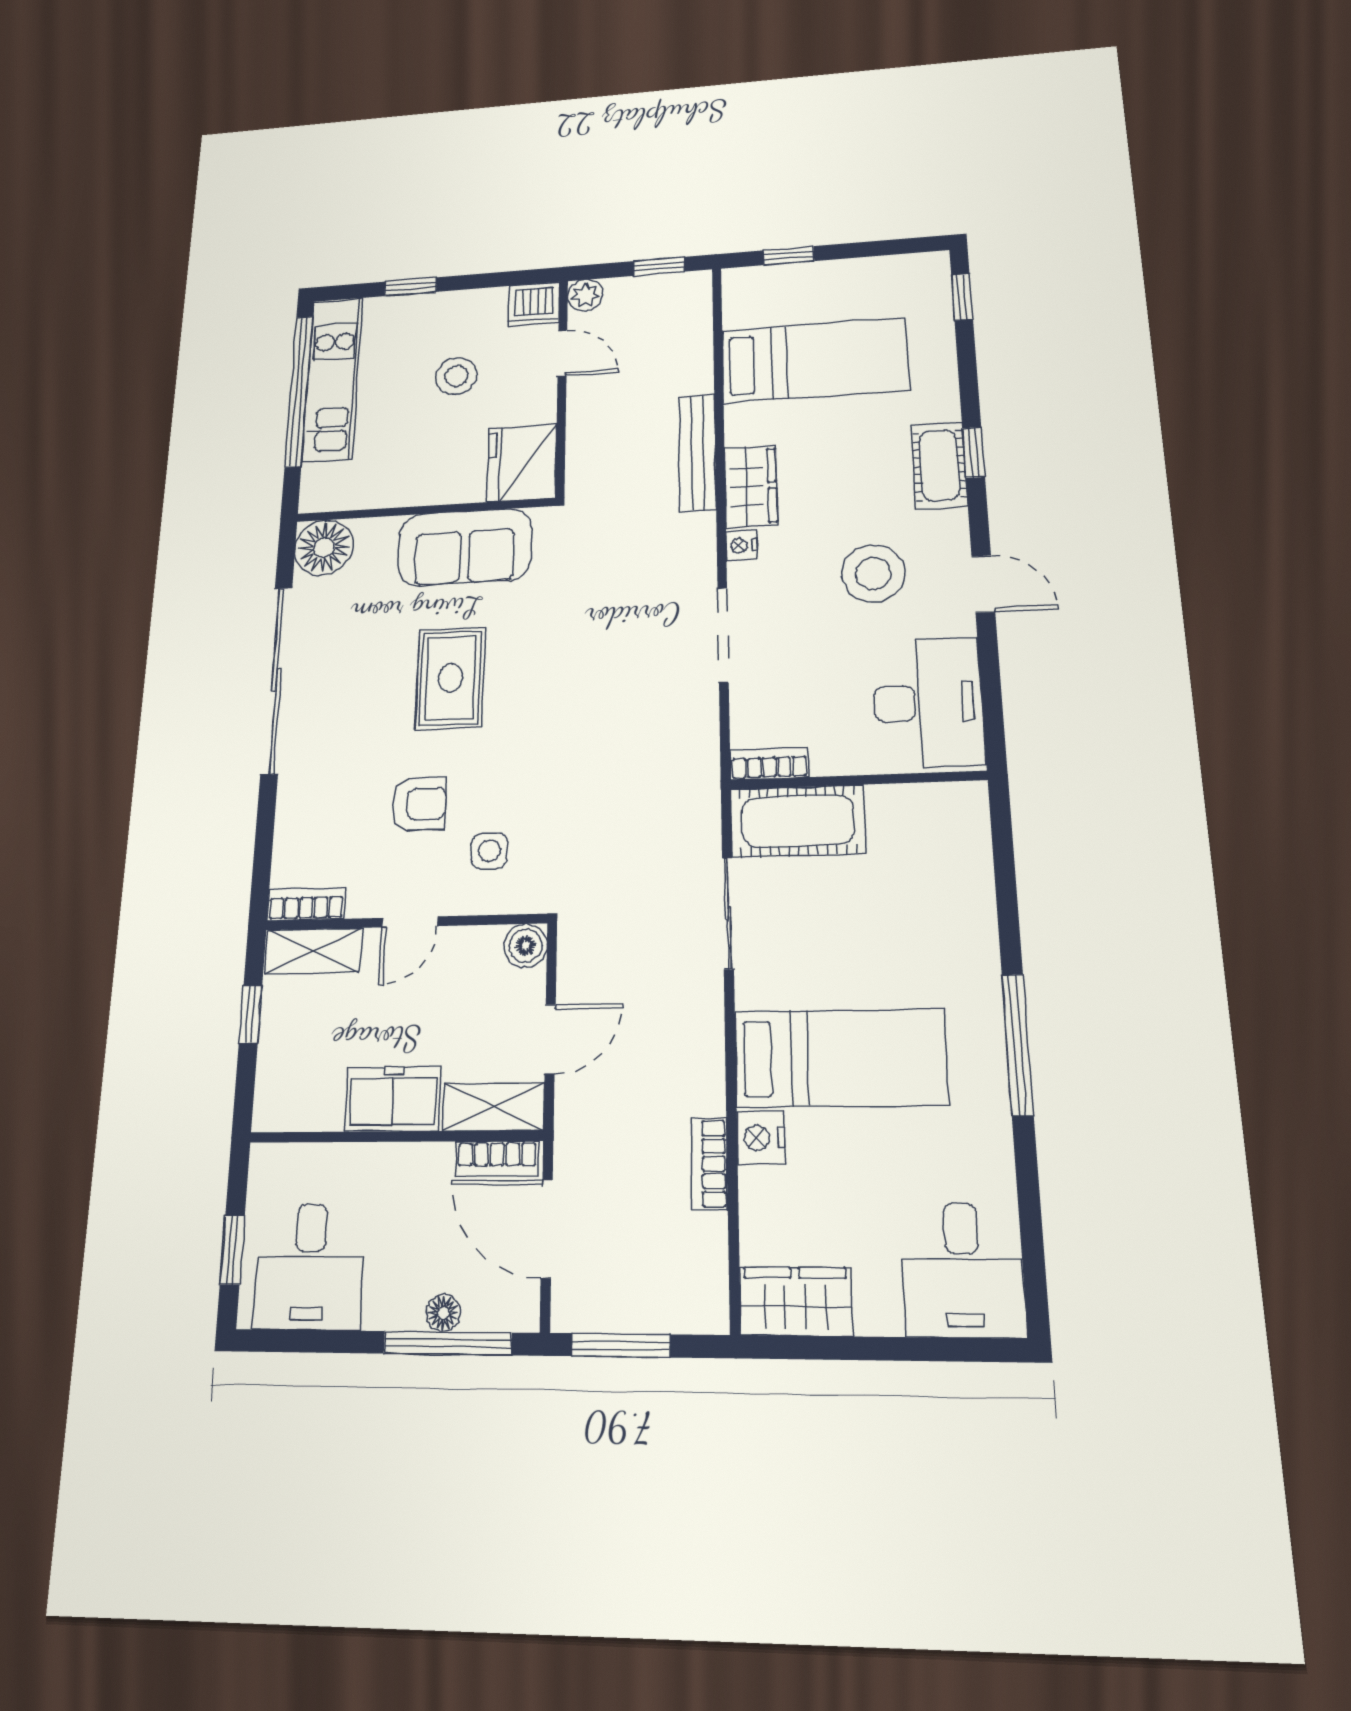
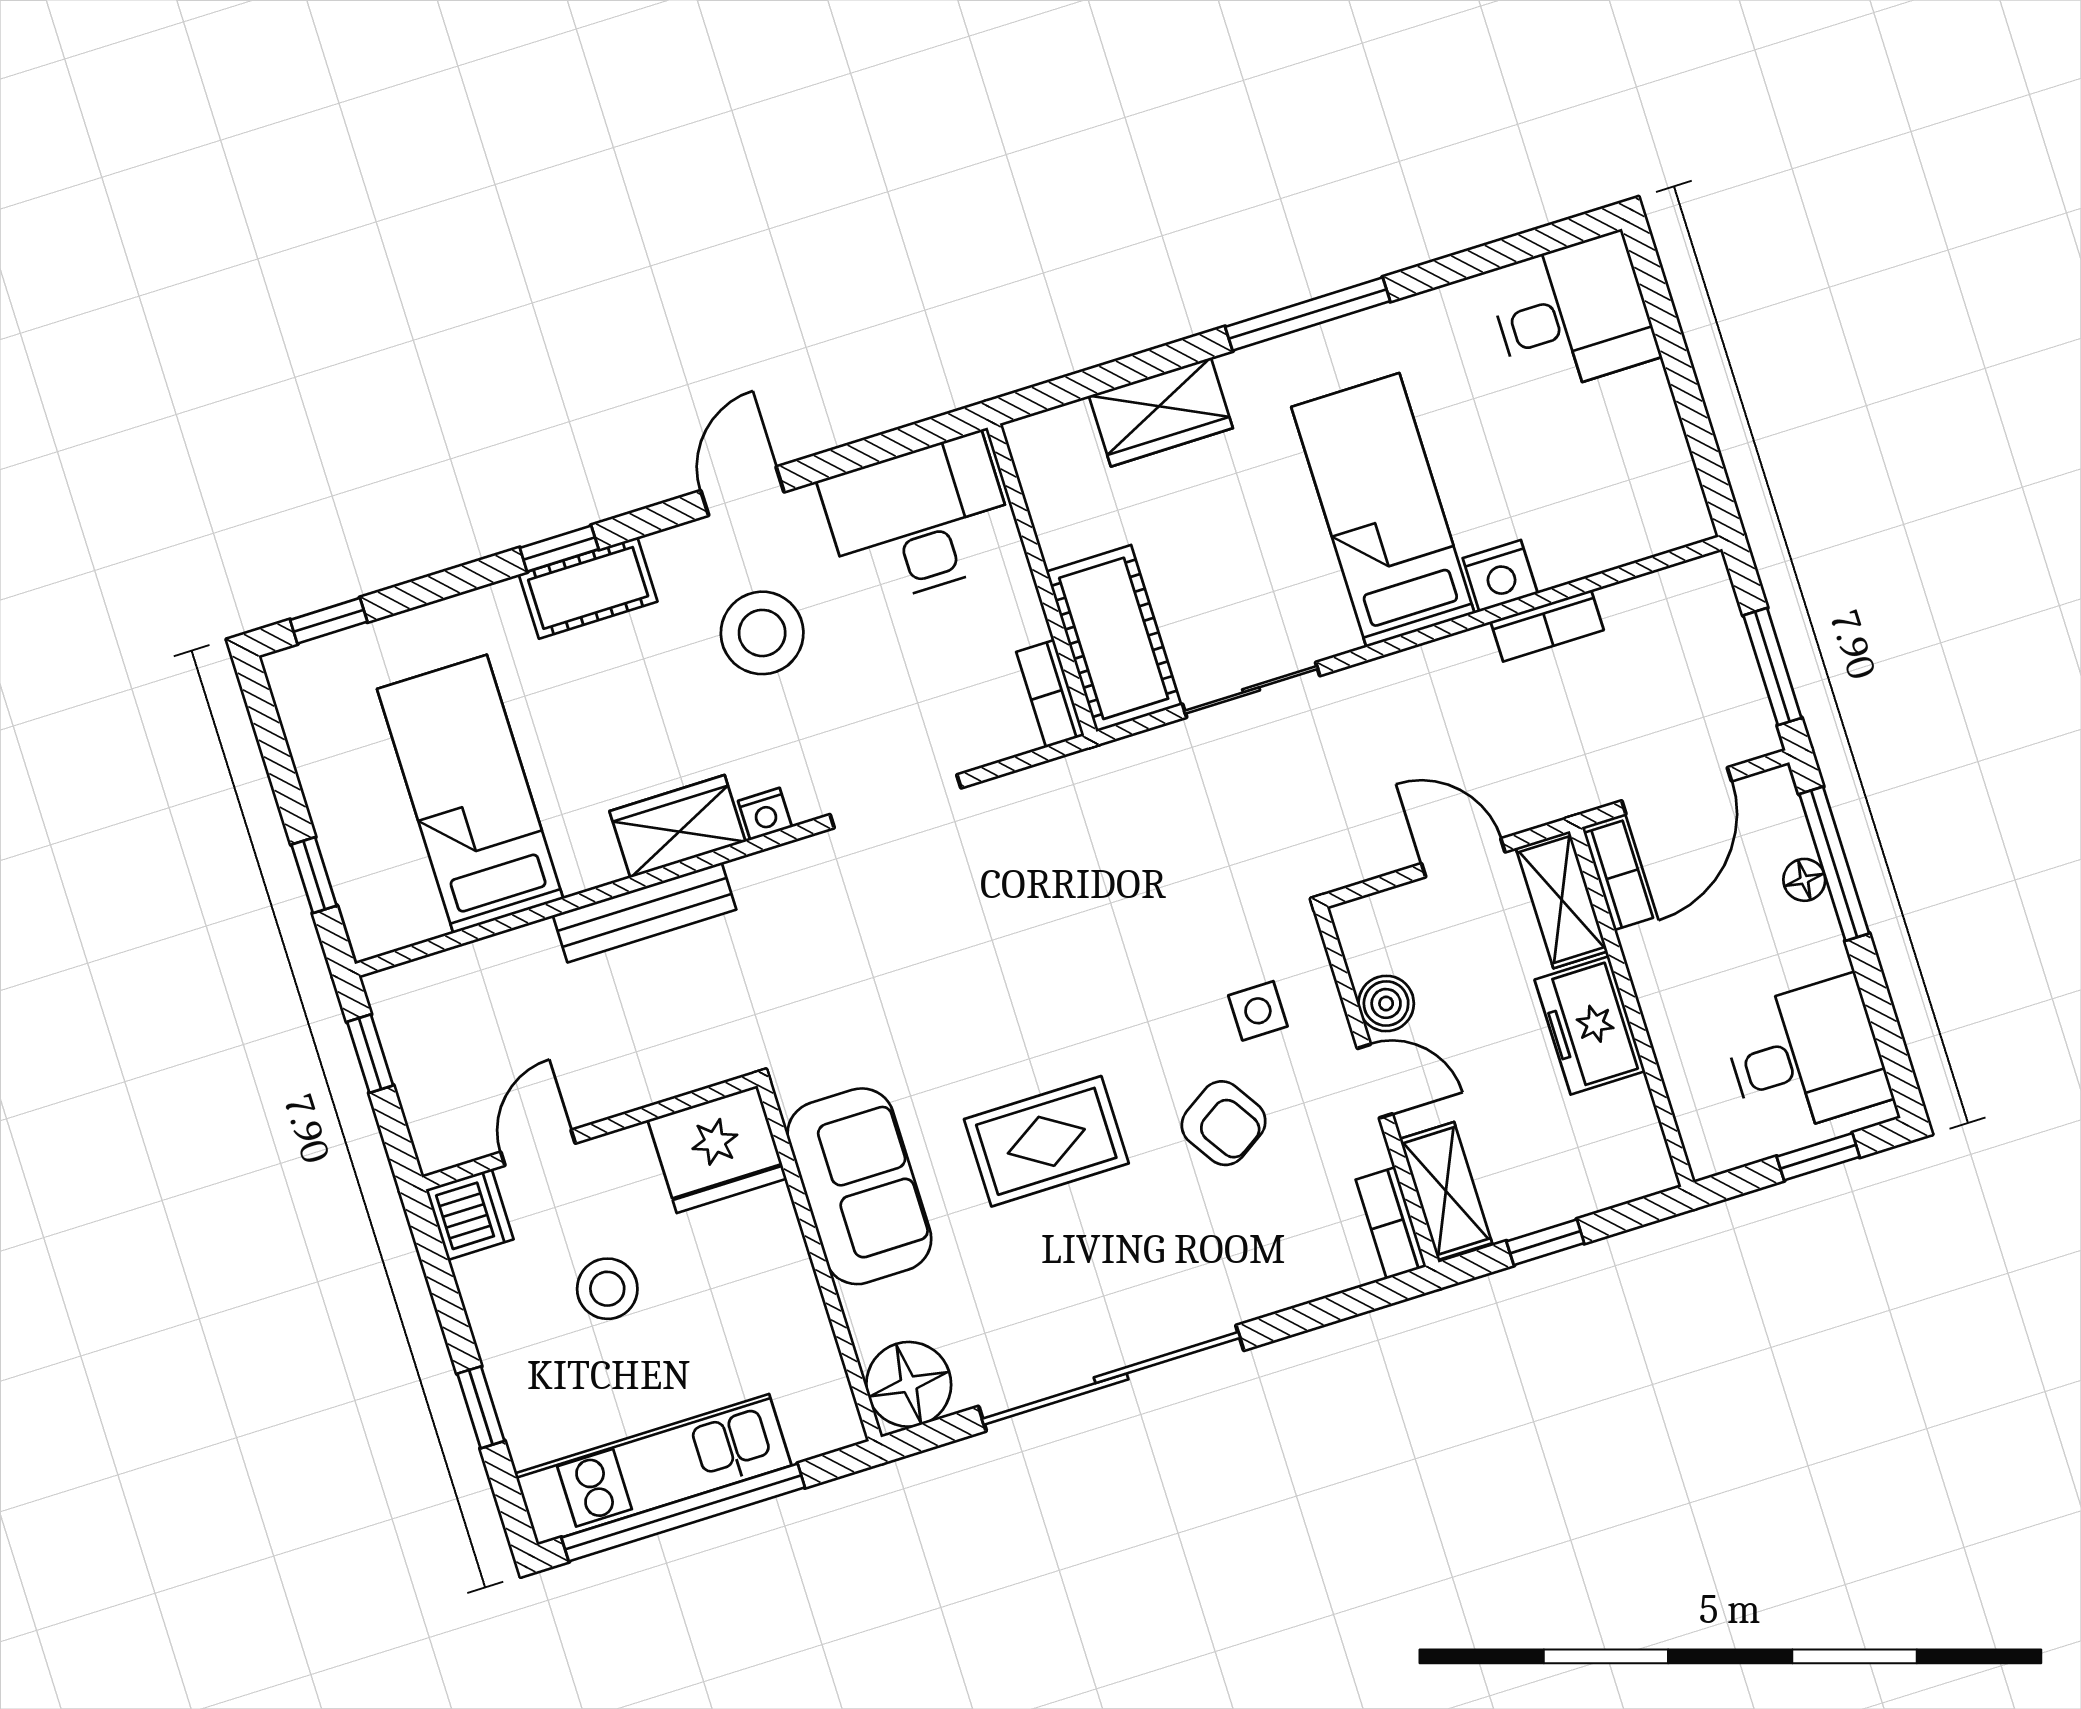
plant: (585, 295) -> (439, 1145), removed
armchair: (419, 804) -> (1224, 1123), turned 147
boiler: (525, 946) -> (1386, 1003), moved
wardrobe: (796, 1301) -> (1161, 412), moved, turned -90

